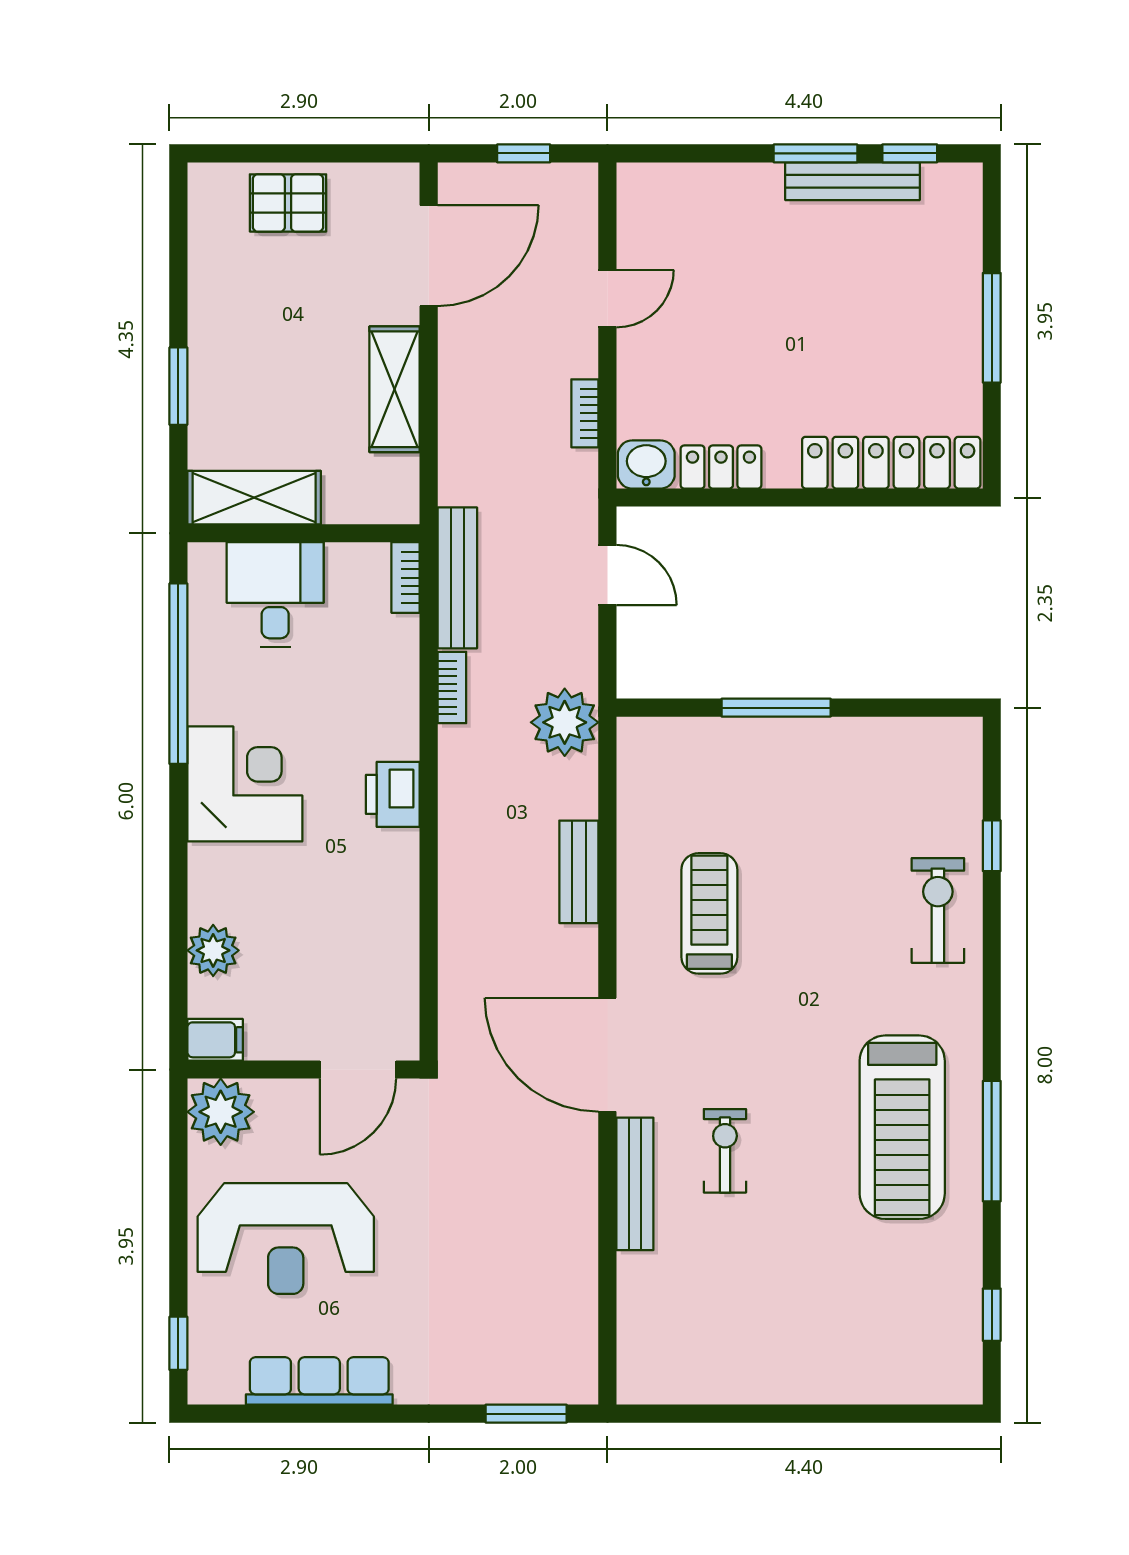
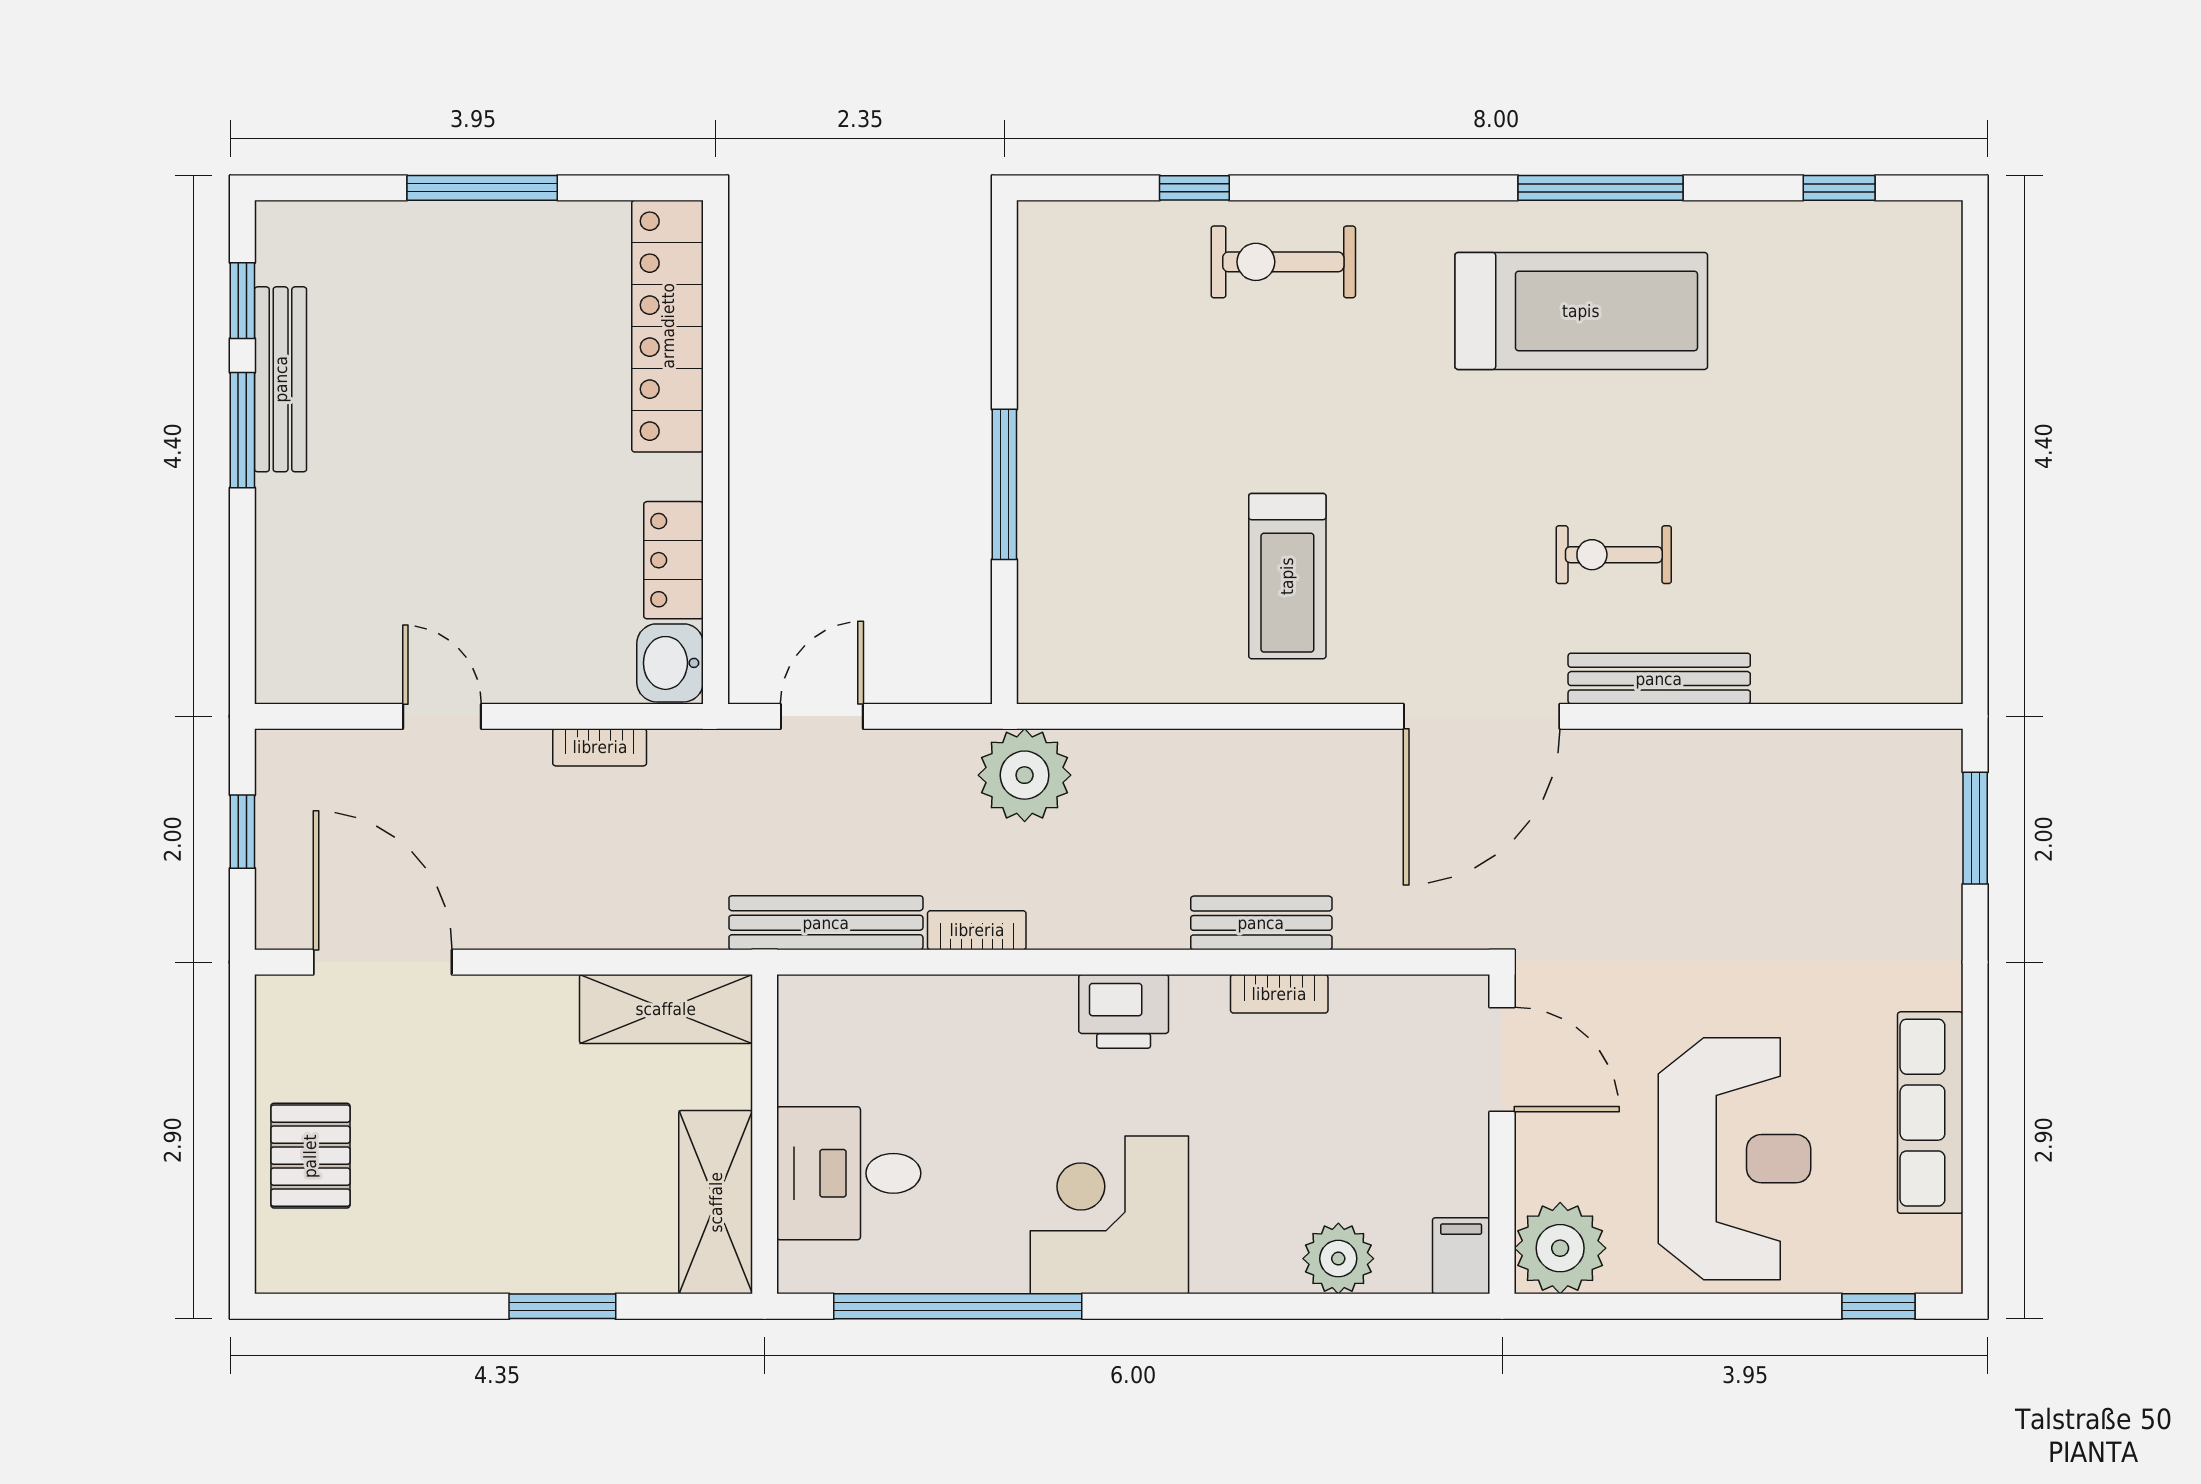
shelving: (395, 389) -> (666, 1009), moved
bookcase: (406, 578) -> (1279, 994), moved
bench: (579, 872) -> (1261, 923), moved
treadmill: (709, 913) -> (1287, 576), turned -90

